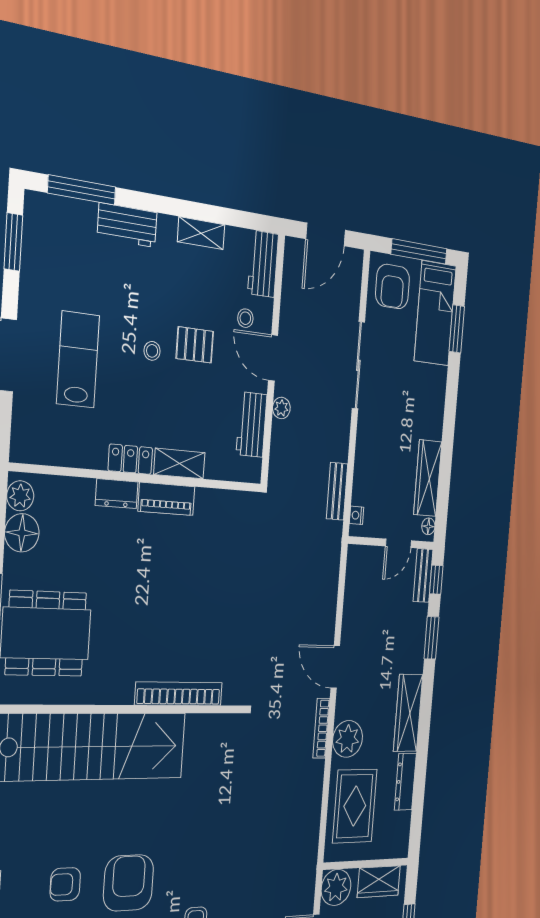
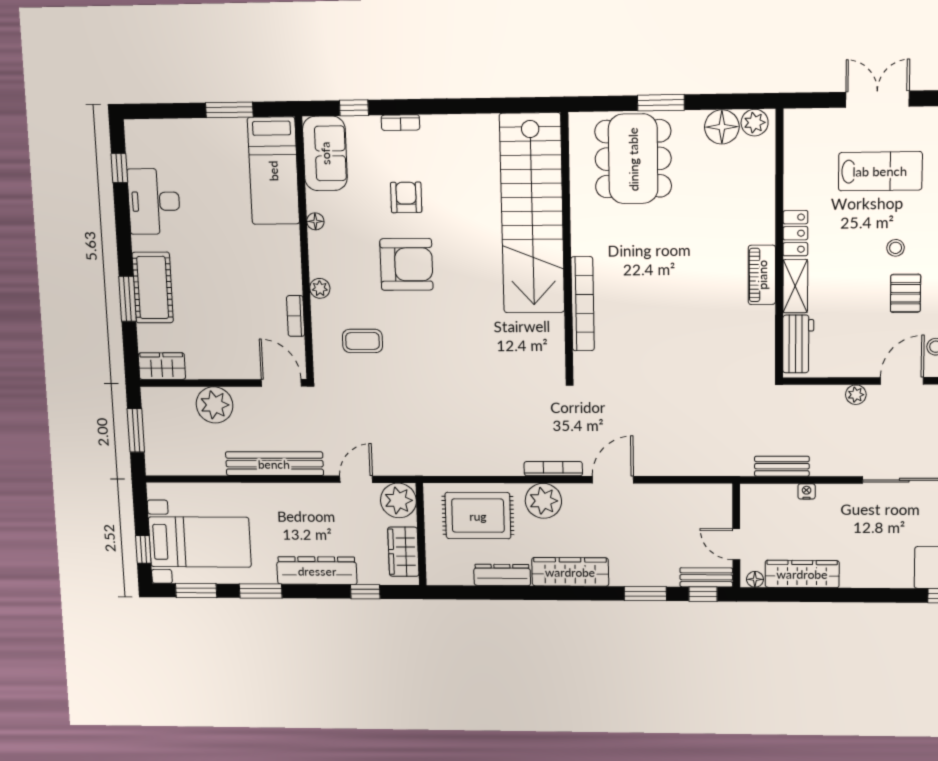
workbench: (252, 425) -> (798, 344), moved, turned 90
dresser: (117, 494) -> (763, 221), removed
nightstand: (357, 515) -> (807, 491), moved

